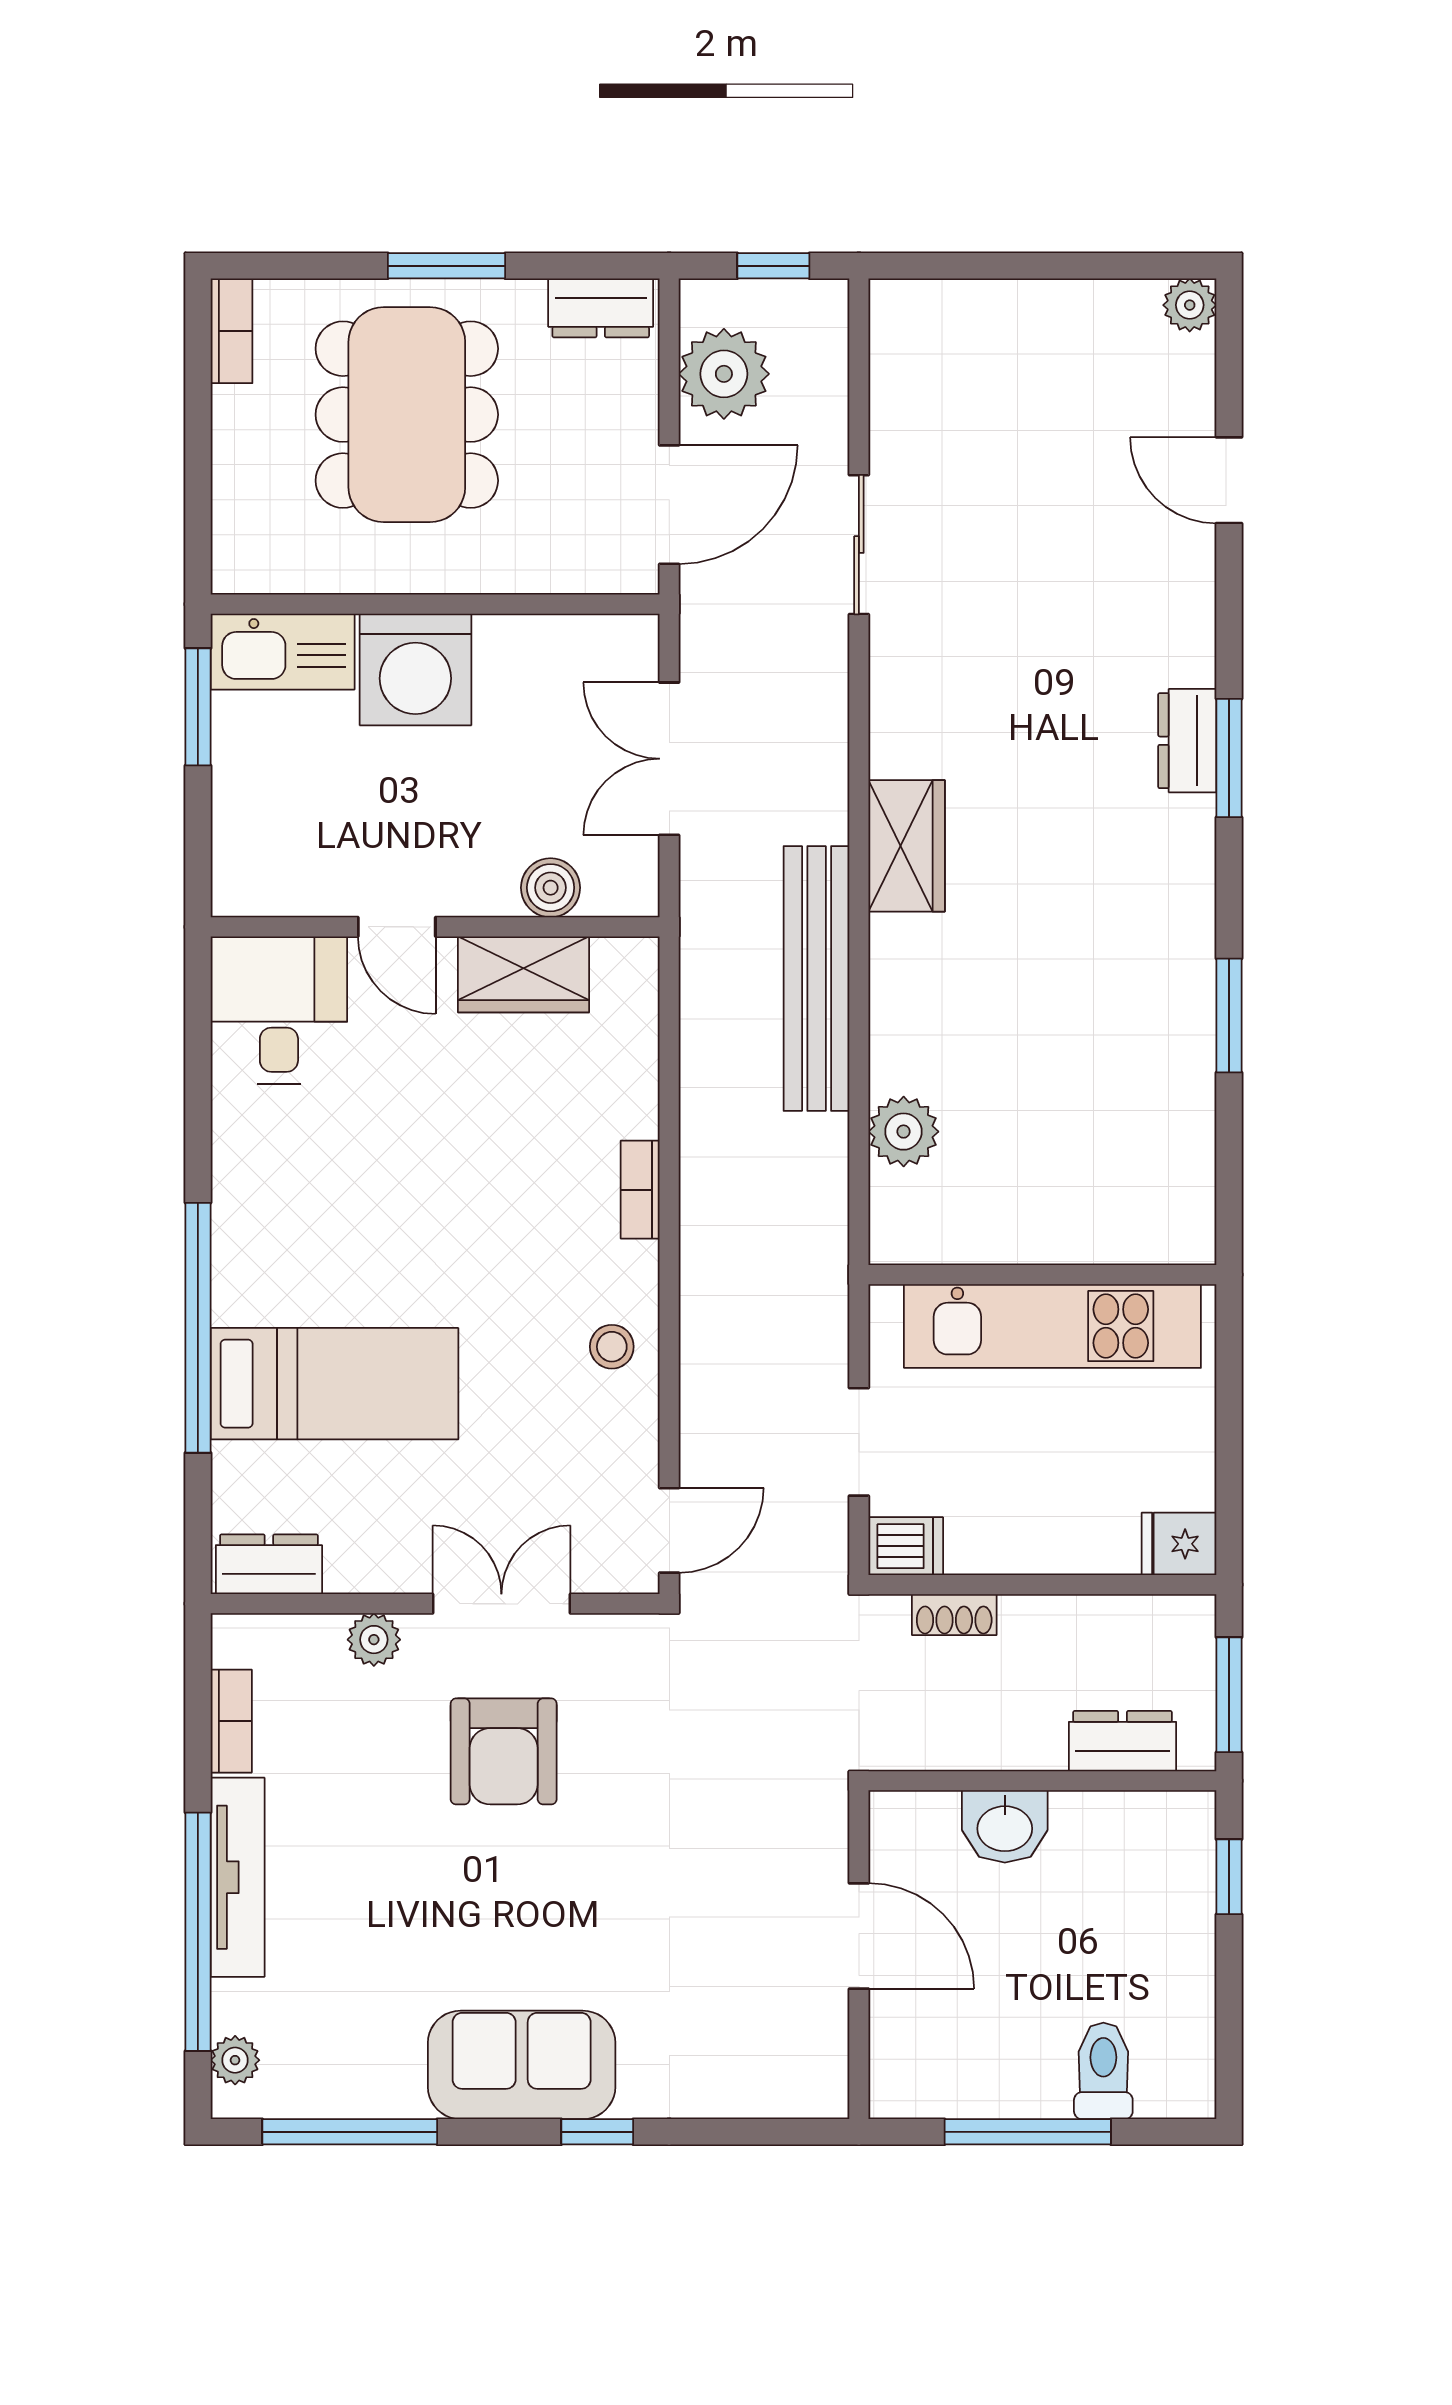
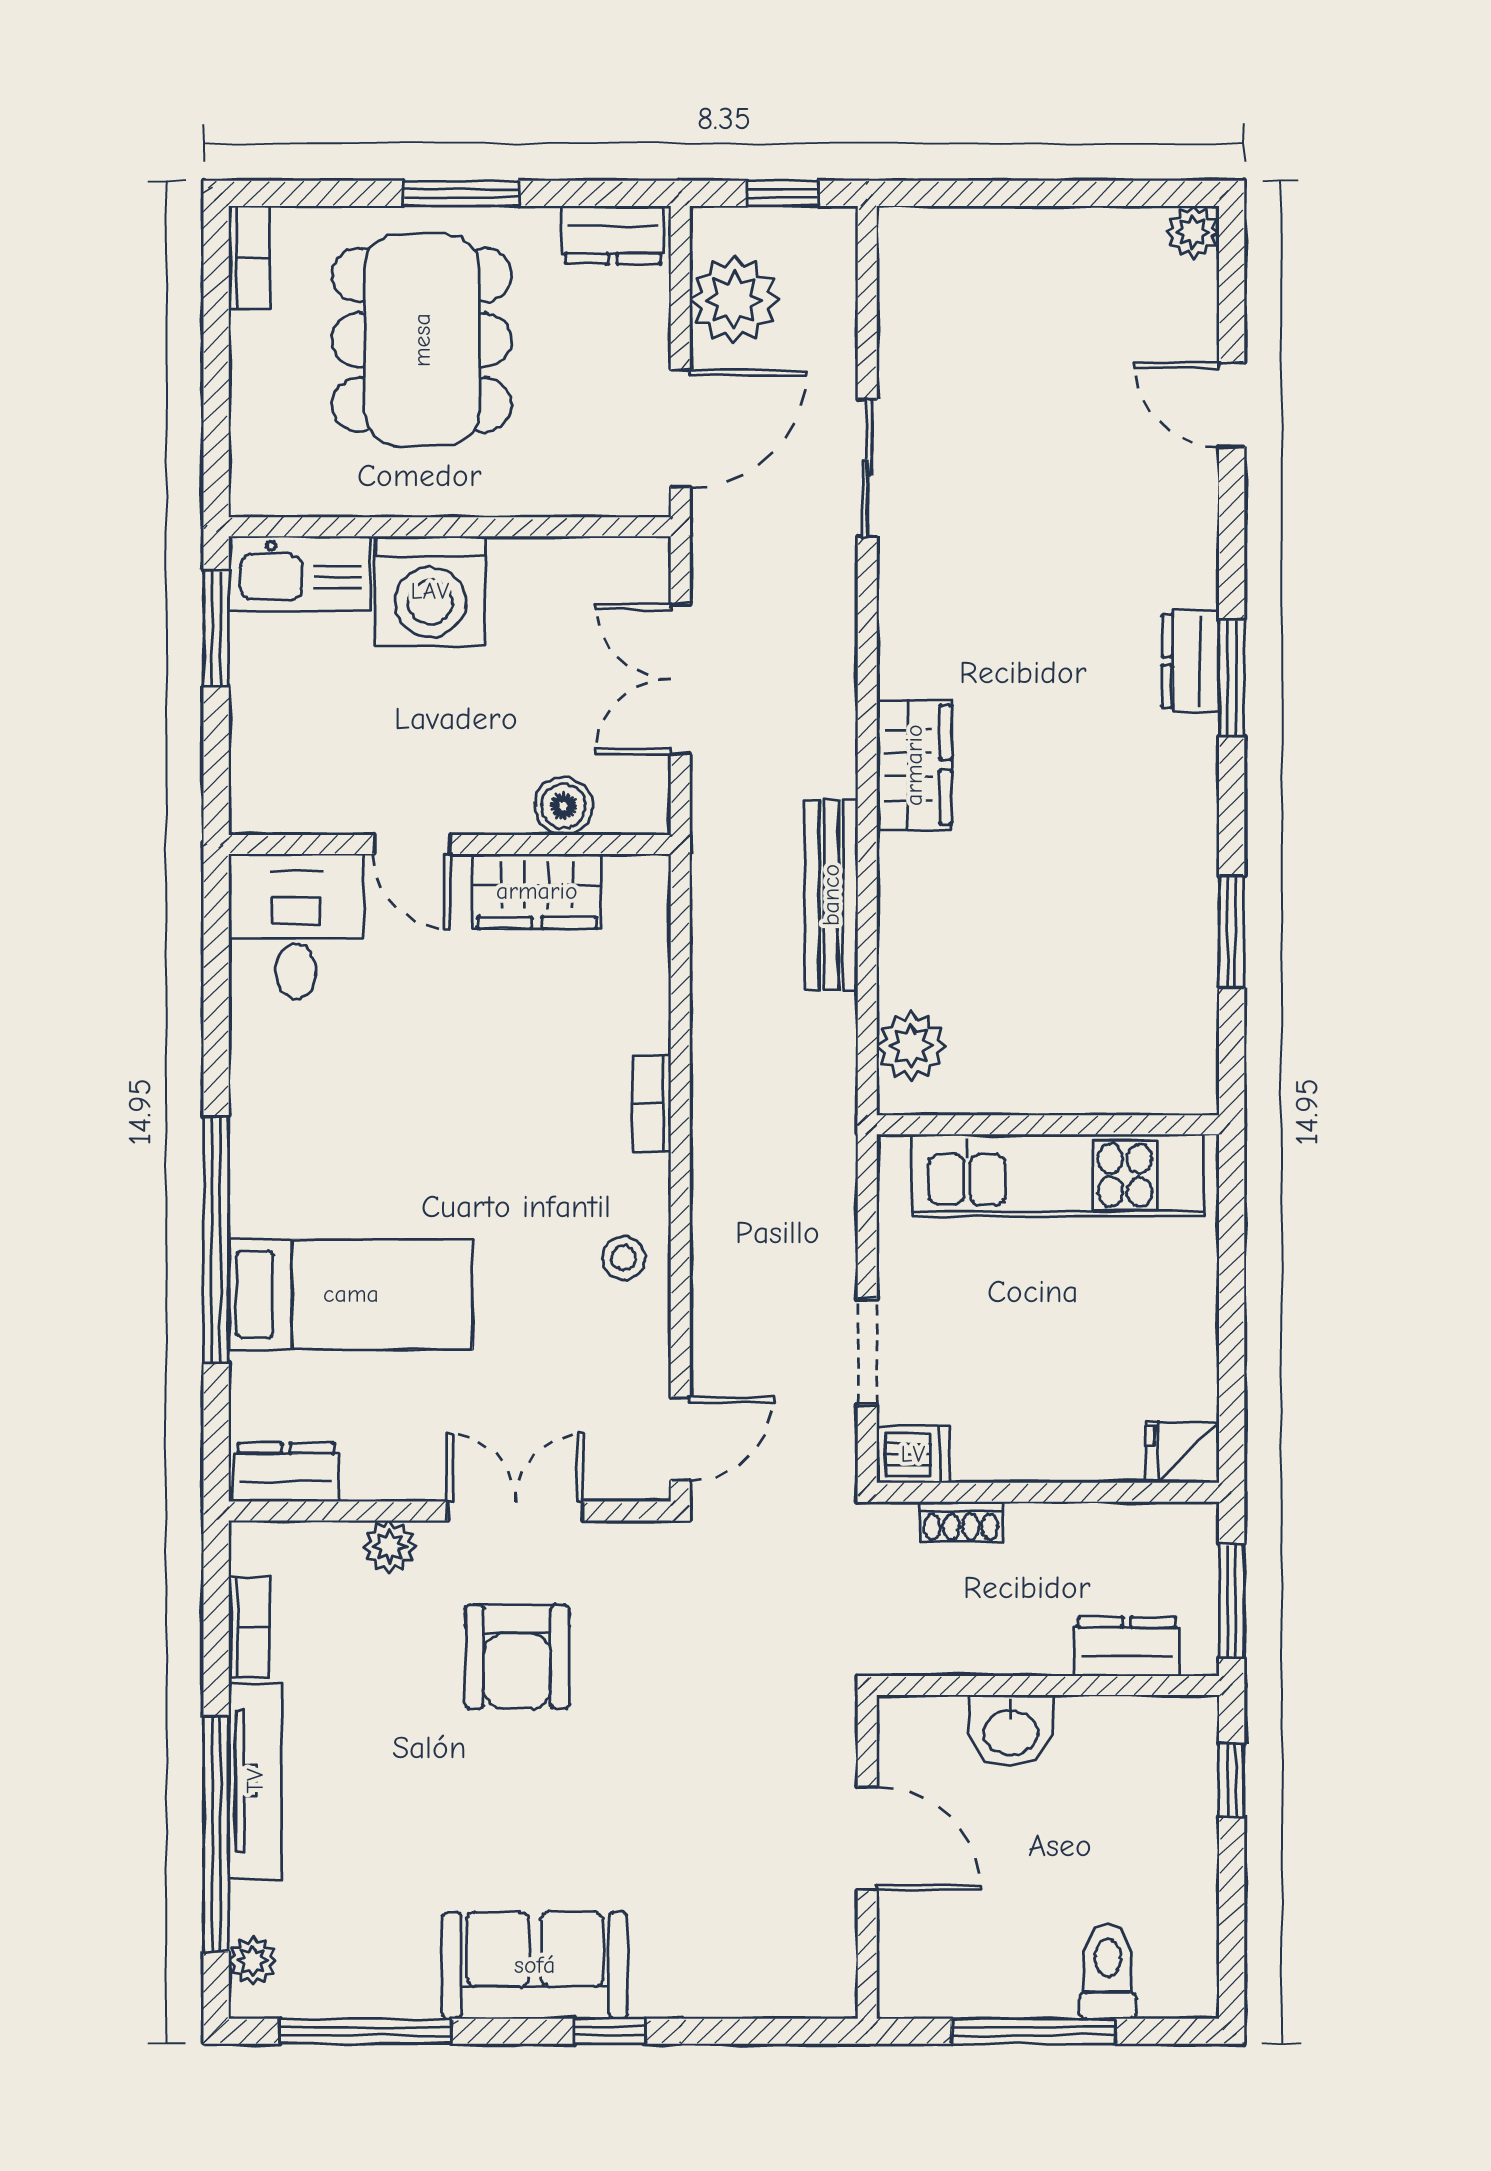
bench: (817, 979) -> (831, 895), width x0.73, depth x0.82
wall: (1042, 1275) -> (1048, 1125), moved
kitchen unit: (1052, 1326) -> (1058, 1175), moved

